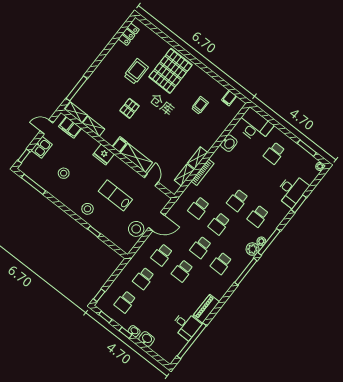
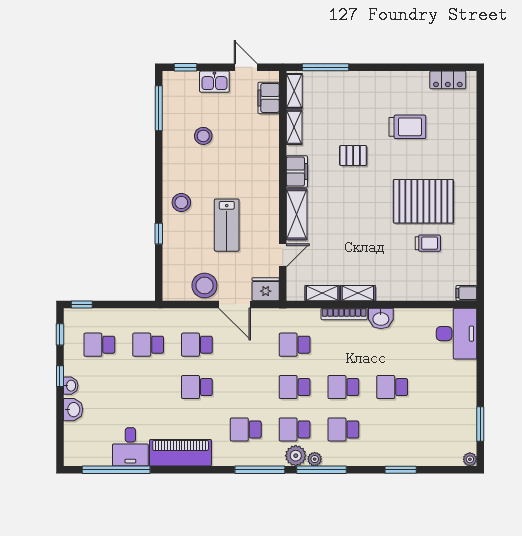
pallet: (170, 71) -> (423, 201), moved
filing cabinet: (229, 98) -> (466, 293), moved
washbasin: (229, 143) -> (381, 318), moved
filing cabinet: (120, 144) -> (297, 172), width x2.00
school desk: (274, 153) -> (392, 387), moved
fridge: (104, 154) -> (266, 289), moved, turned 90
desk: (292, 190) -> (411, 447), removed
lab bench: (115, 195) -> (227, 225), turned 180
school desk: (201, 247) -> (295, 429), moved
piano: (206, 309) -> (181, 453), width x1.37, depth x1.33

